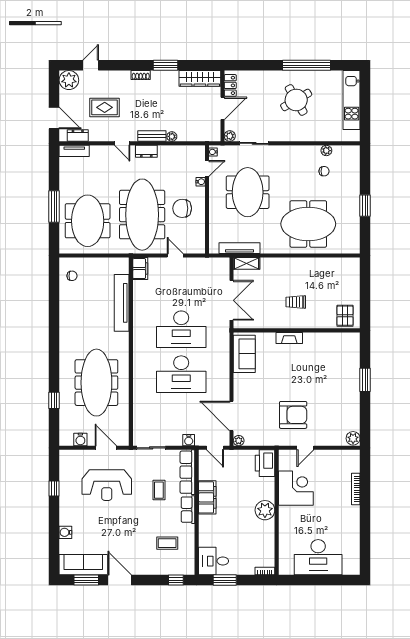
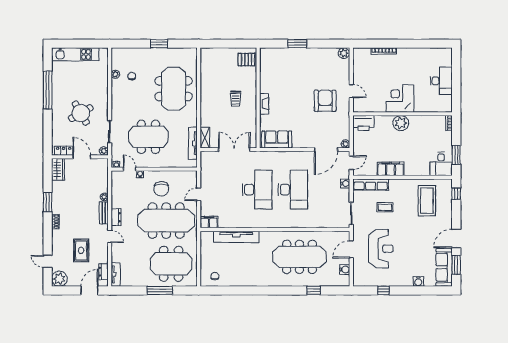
wardrobe: (200, 78) -> (58, 169), width x0.67
round table: (296, 100) -> (81, 113), moved
door: (122, 143) -> (110, 236), hinge flipped
corner desk: (296, 488) -> (400, 99), moved
row of seats: (188, 510) -> (400, 184), removed
coffee table: (167, 543) -> (427, 201), width x1.86, depth x1.72
desk: (318, 557) -> (441, 81), width x0.73, depth x0.77

